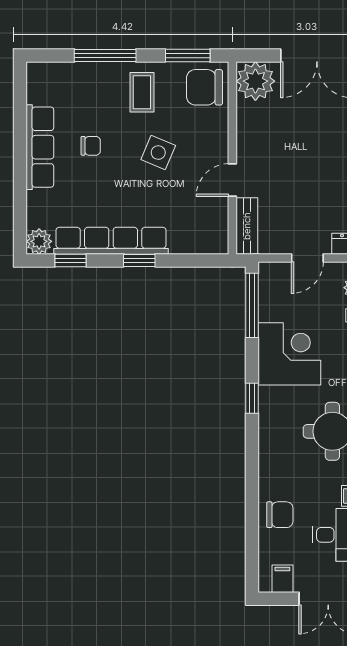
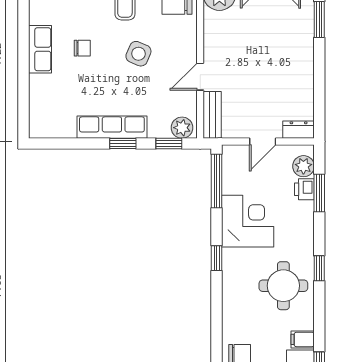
row of seats: (40, 147) -> (40, 49), width x0.68
plant: (39, 241) -> (182, 128), moved
row of seats: (111, 241) -> (112, 127), width x0.73
window: (71, 260) -> (169, 144), moved

